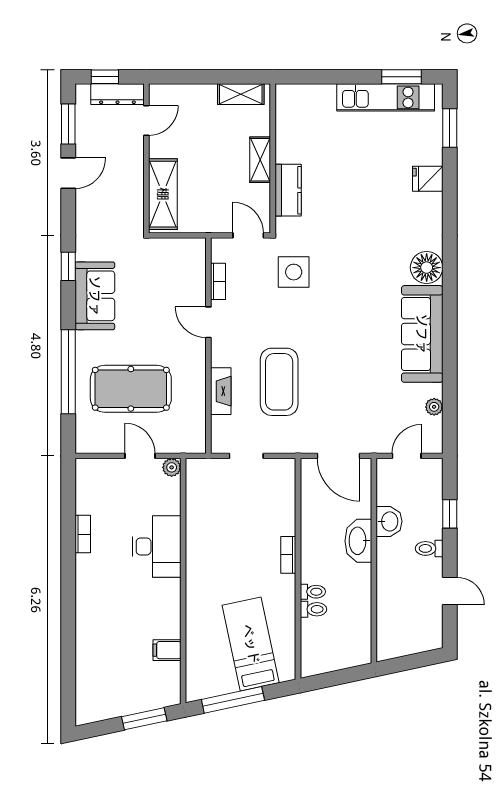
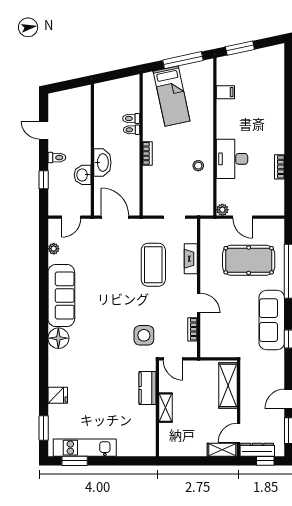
shelving: (241, 94) -> (222, 450), moved
sofa: (95, 296) -> (272, 320), width x1.36
stool: (209, 536) -> (198, 166), added

